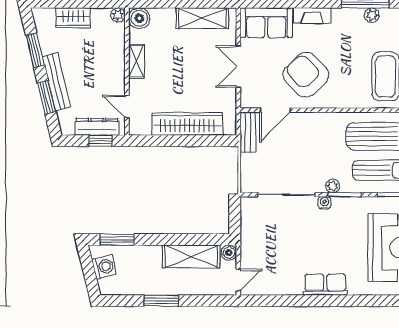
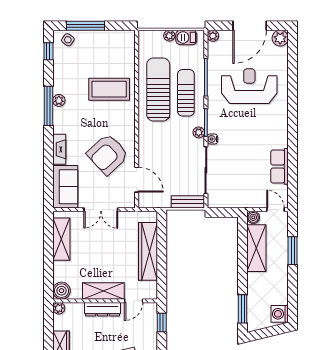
shelving: (136, 61) -> (103, 291), width x1.50, depth x1.33
dresser: (97, 127) -> (102, 309), moved, turned -90
bench: (248, 132) -> (188, 202), moved
washing machine: (104, 267) -> (280, 314), moved, turned -76
row of seats: (325, 285) -> (280, 166), moved
window: (161, 301) -> (293, 251), moved

